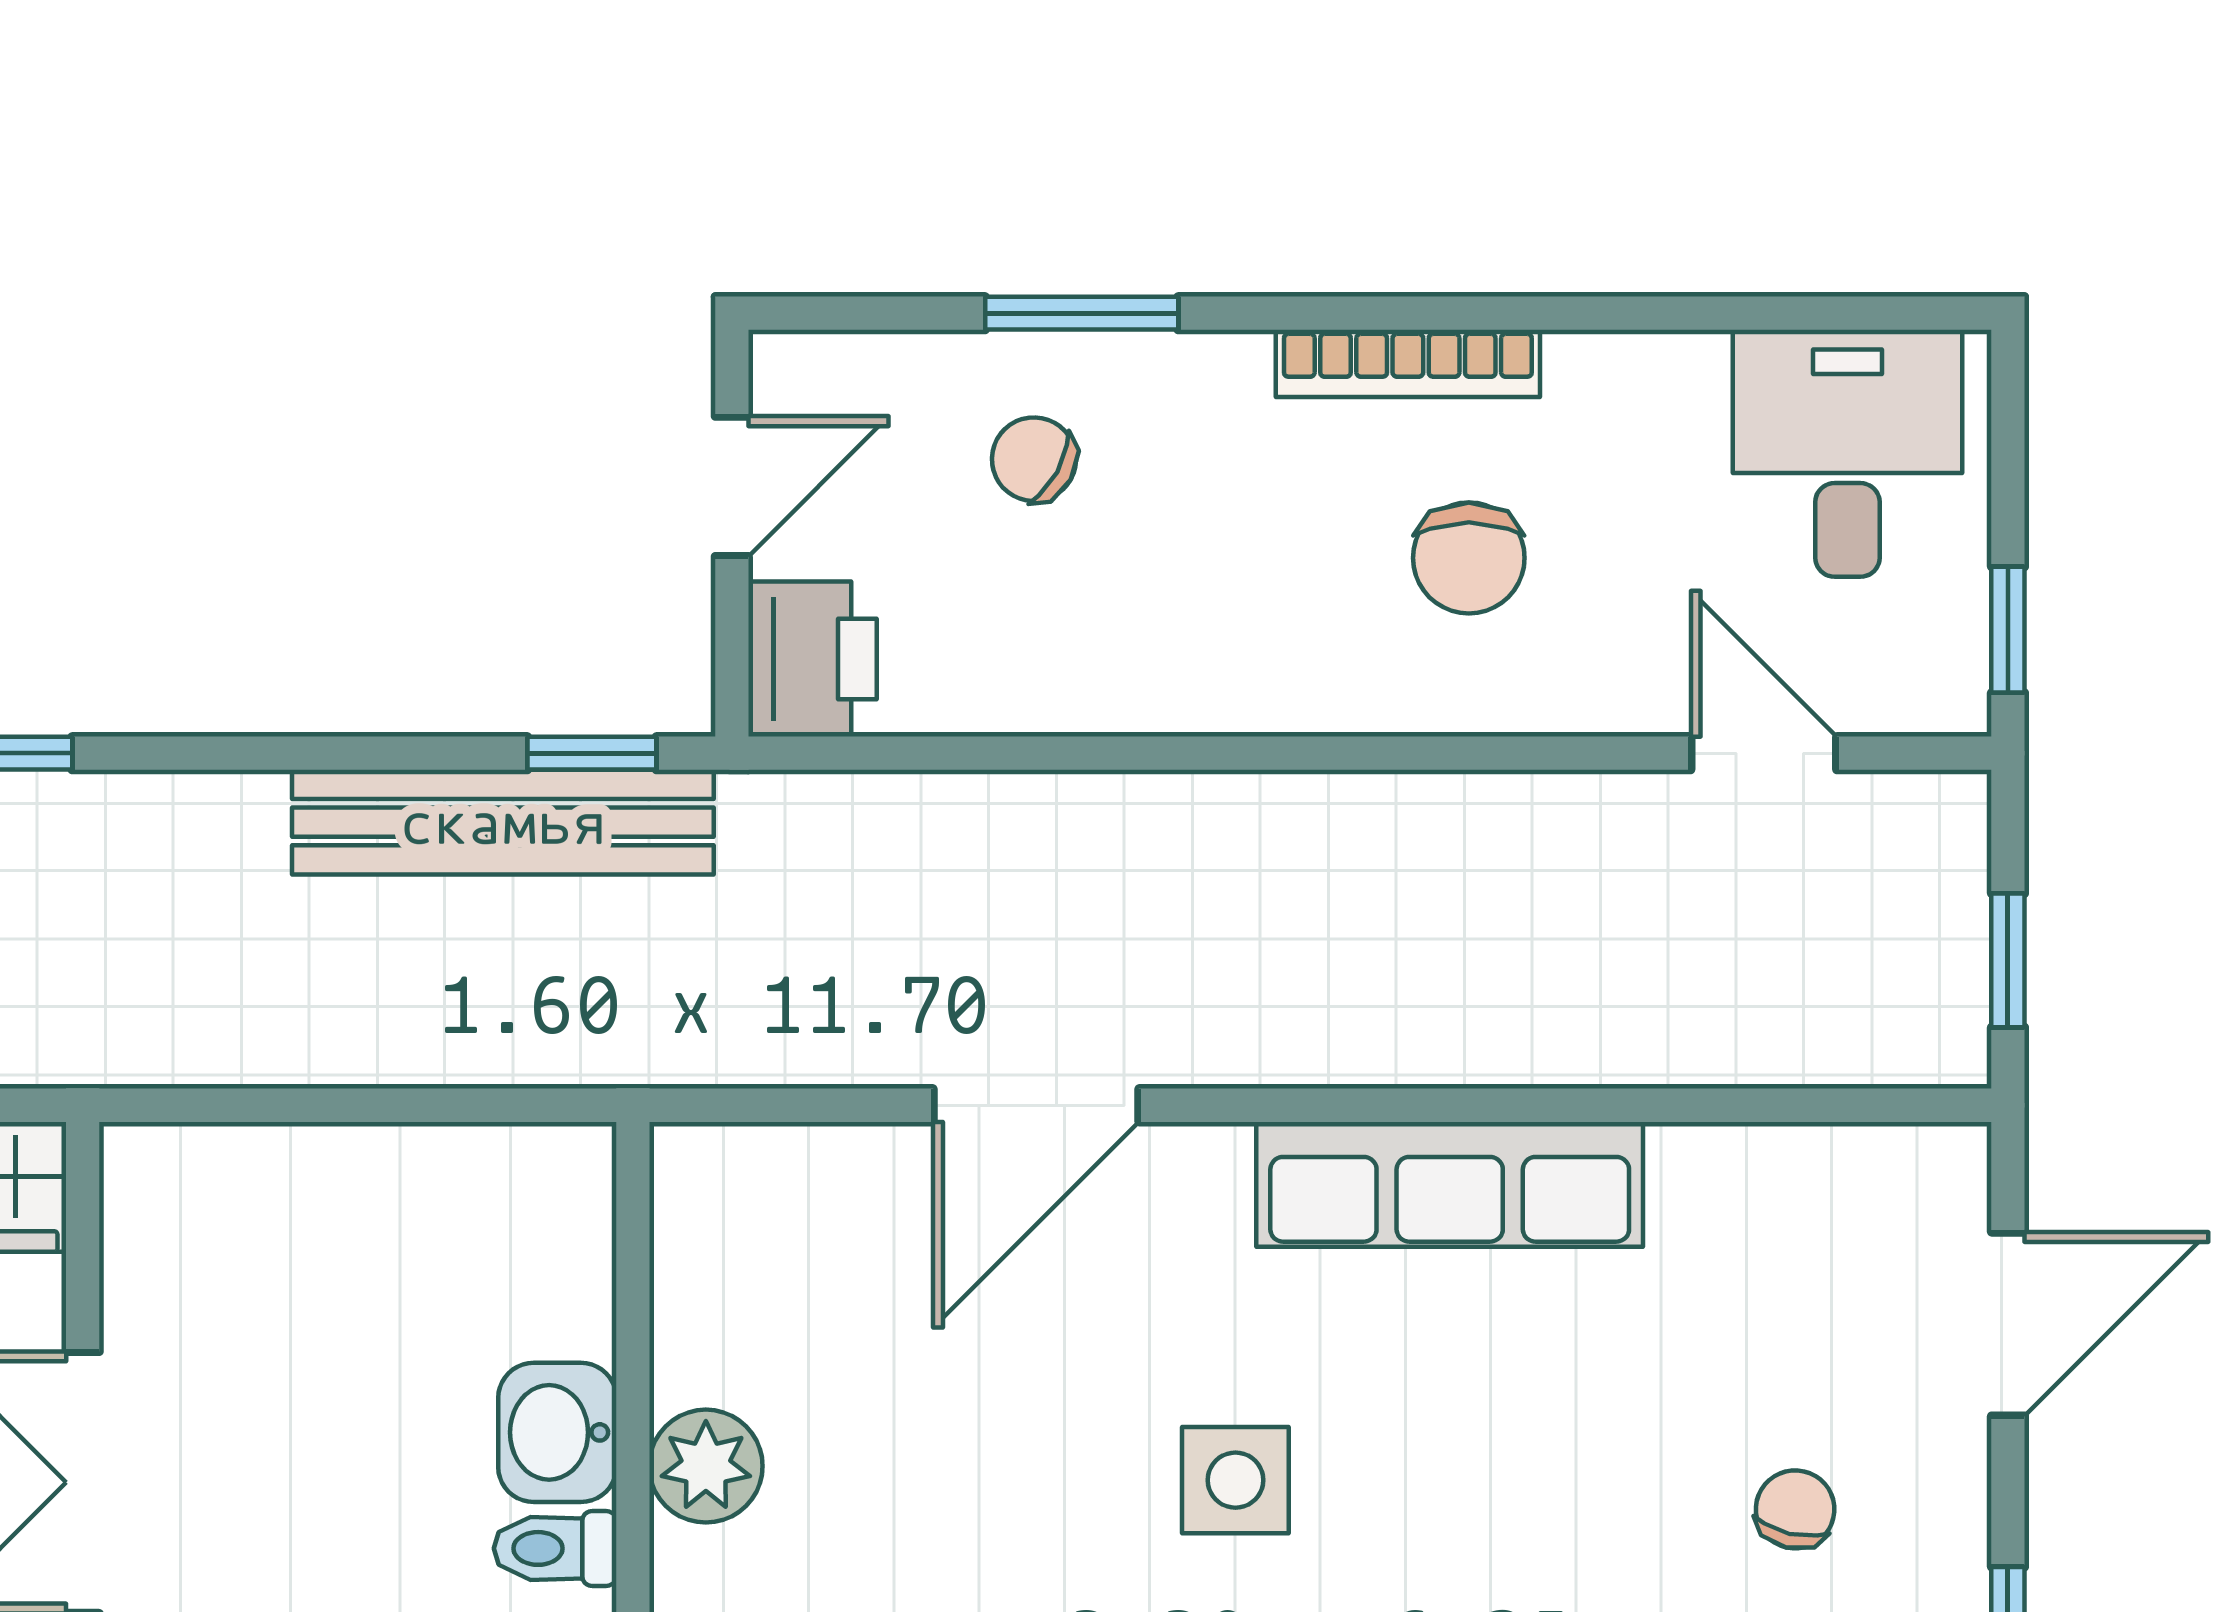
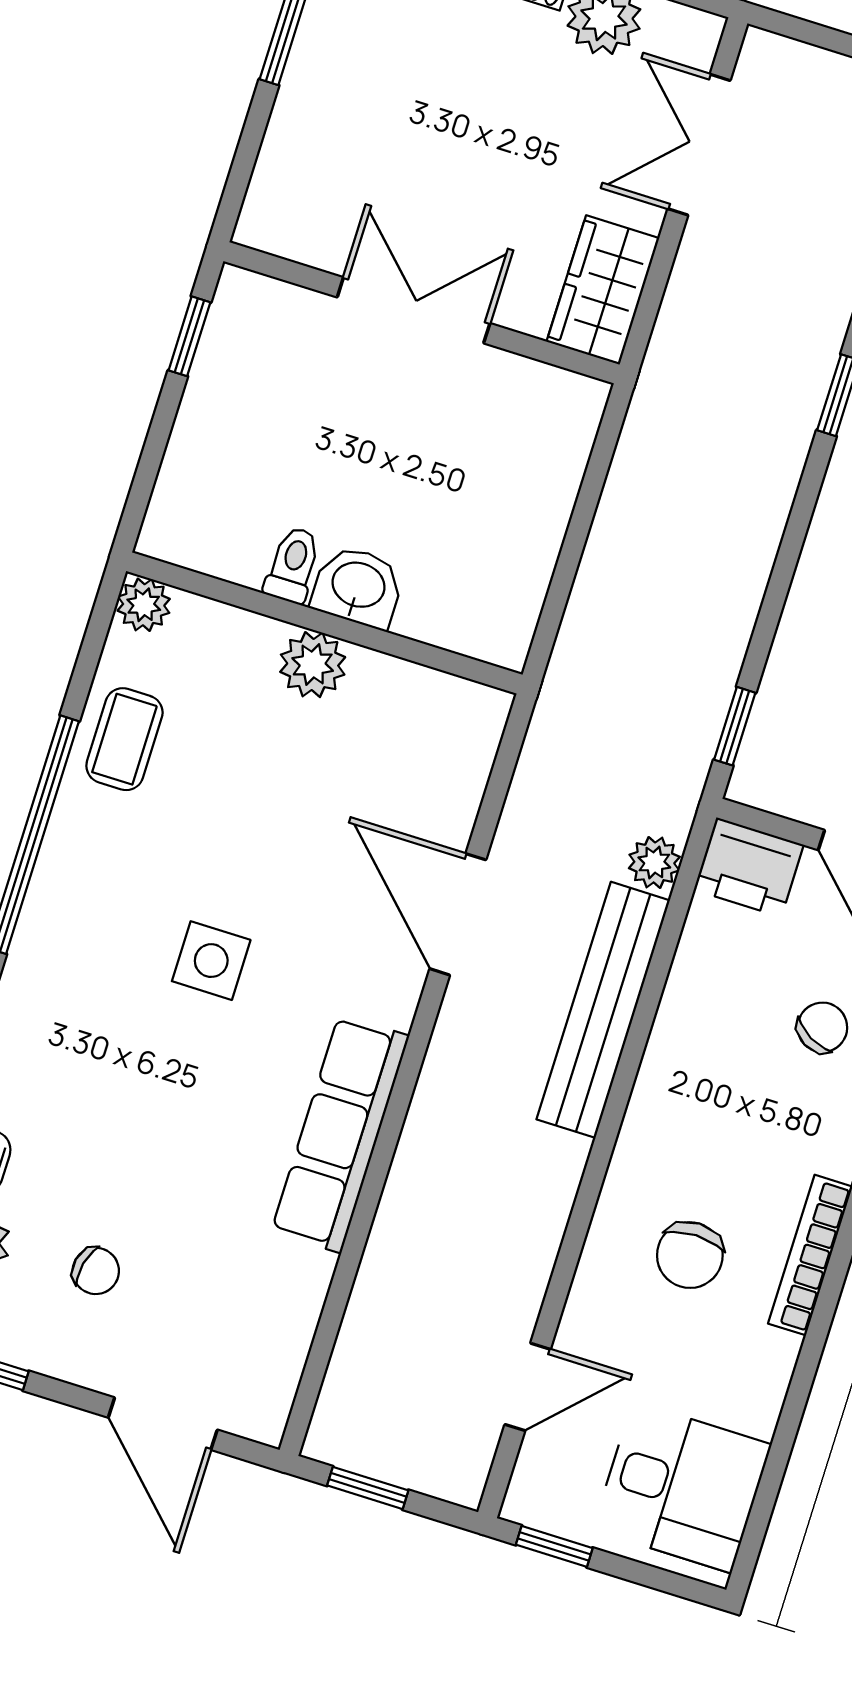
chair: (1469, 558) -> (690, 1255), turned -90
plant: (853, 814) -> (654, 862), added
bench: (503, 822) -> (603, 1010), moved

